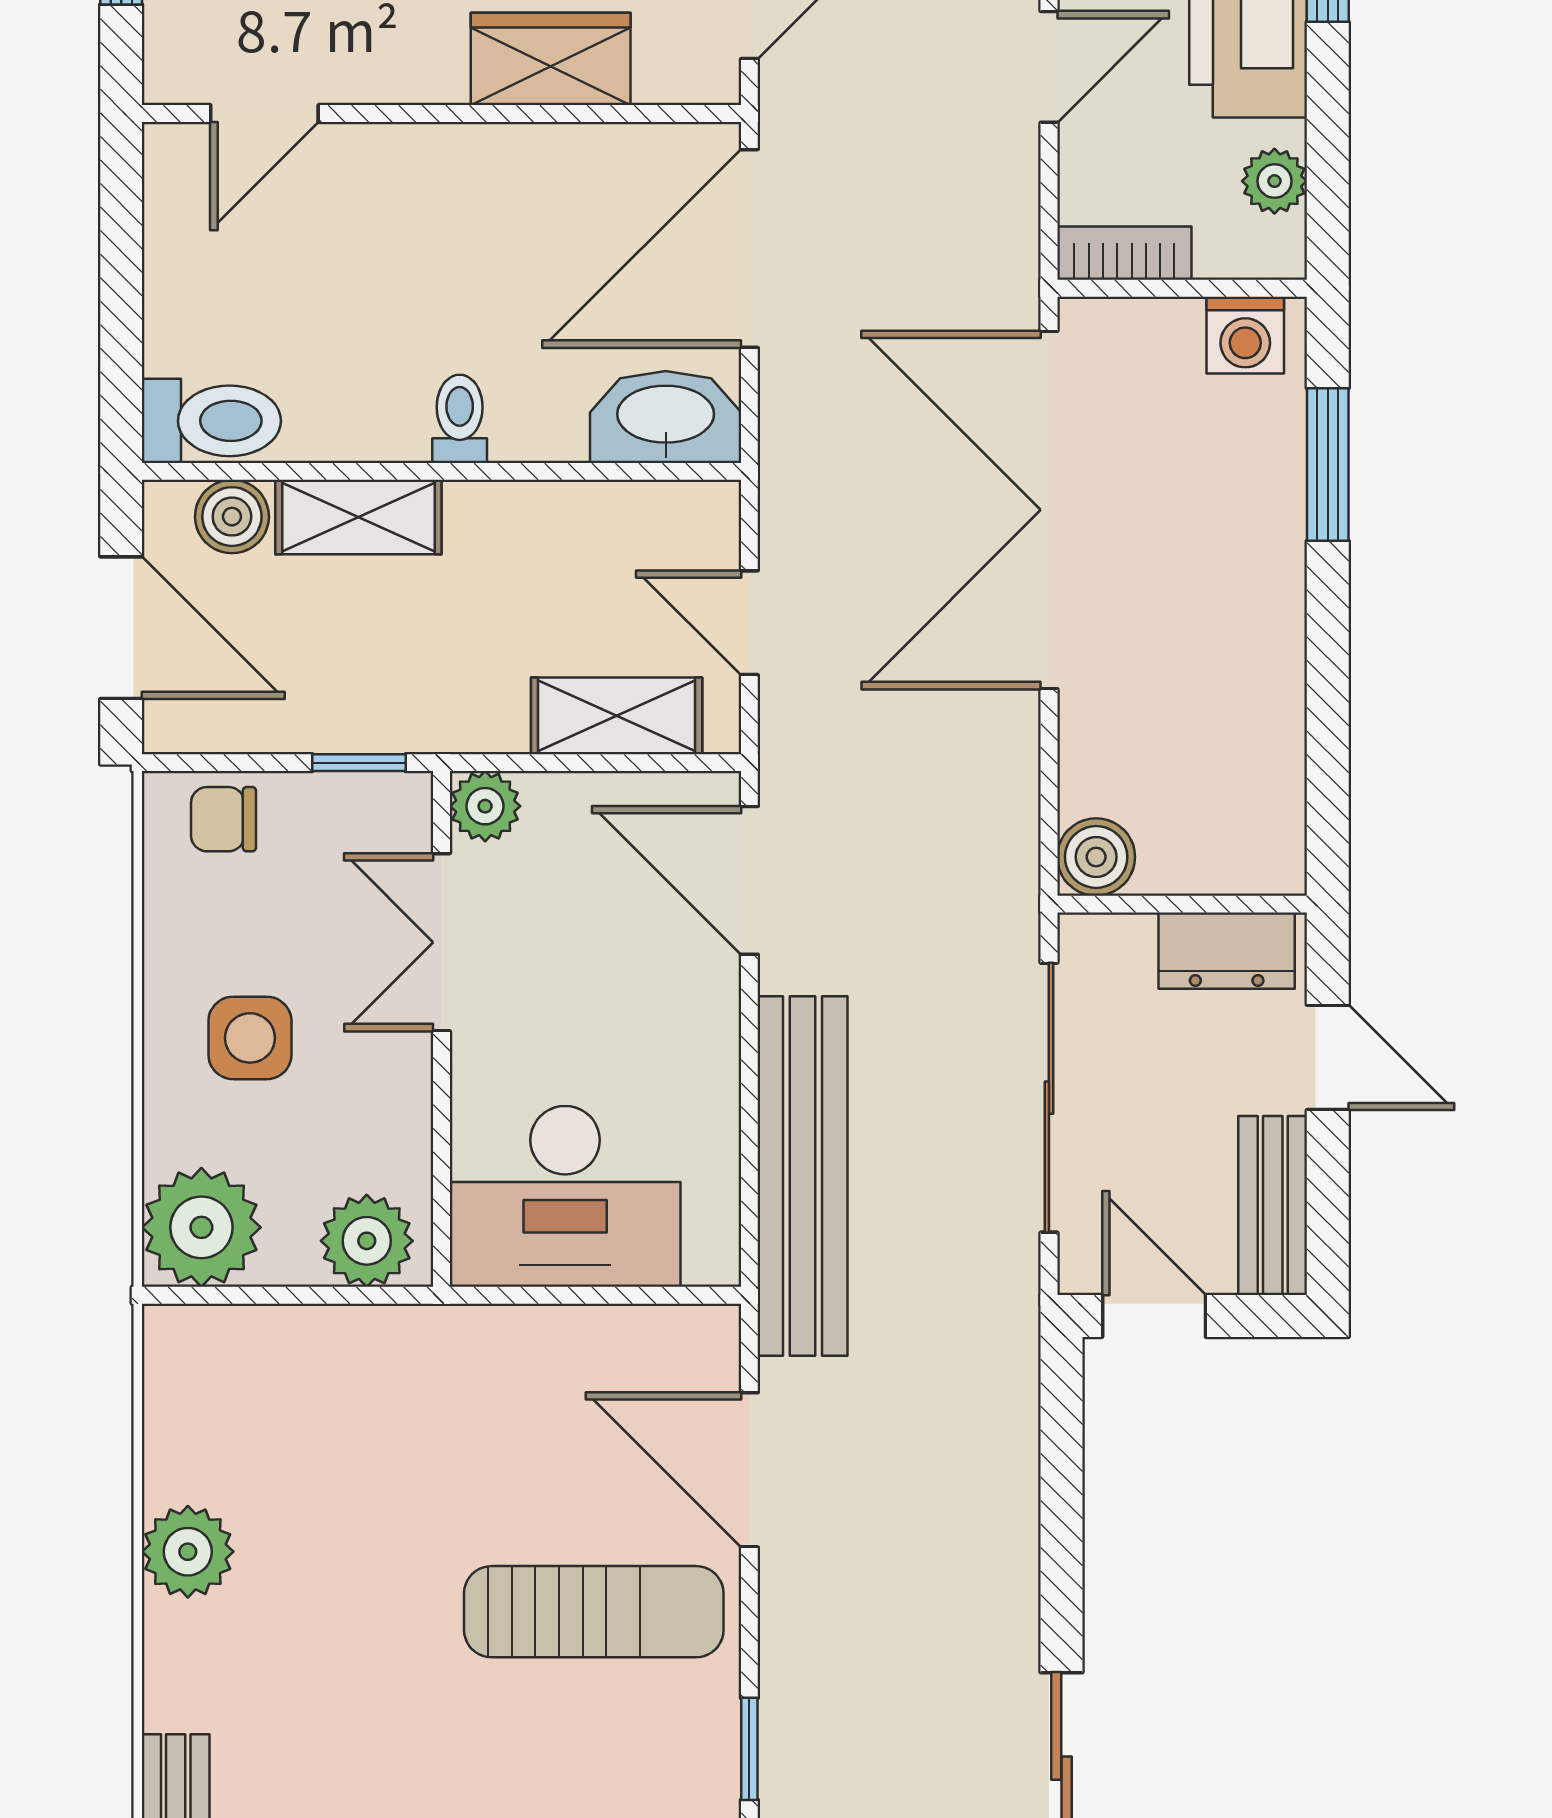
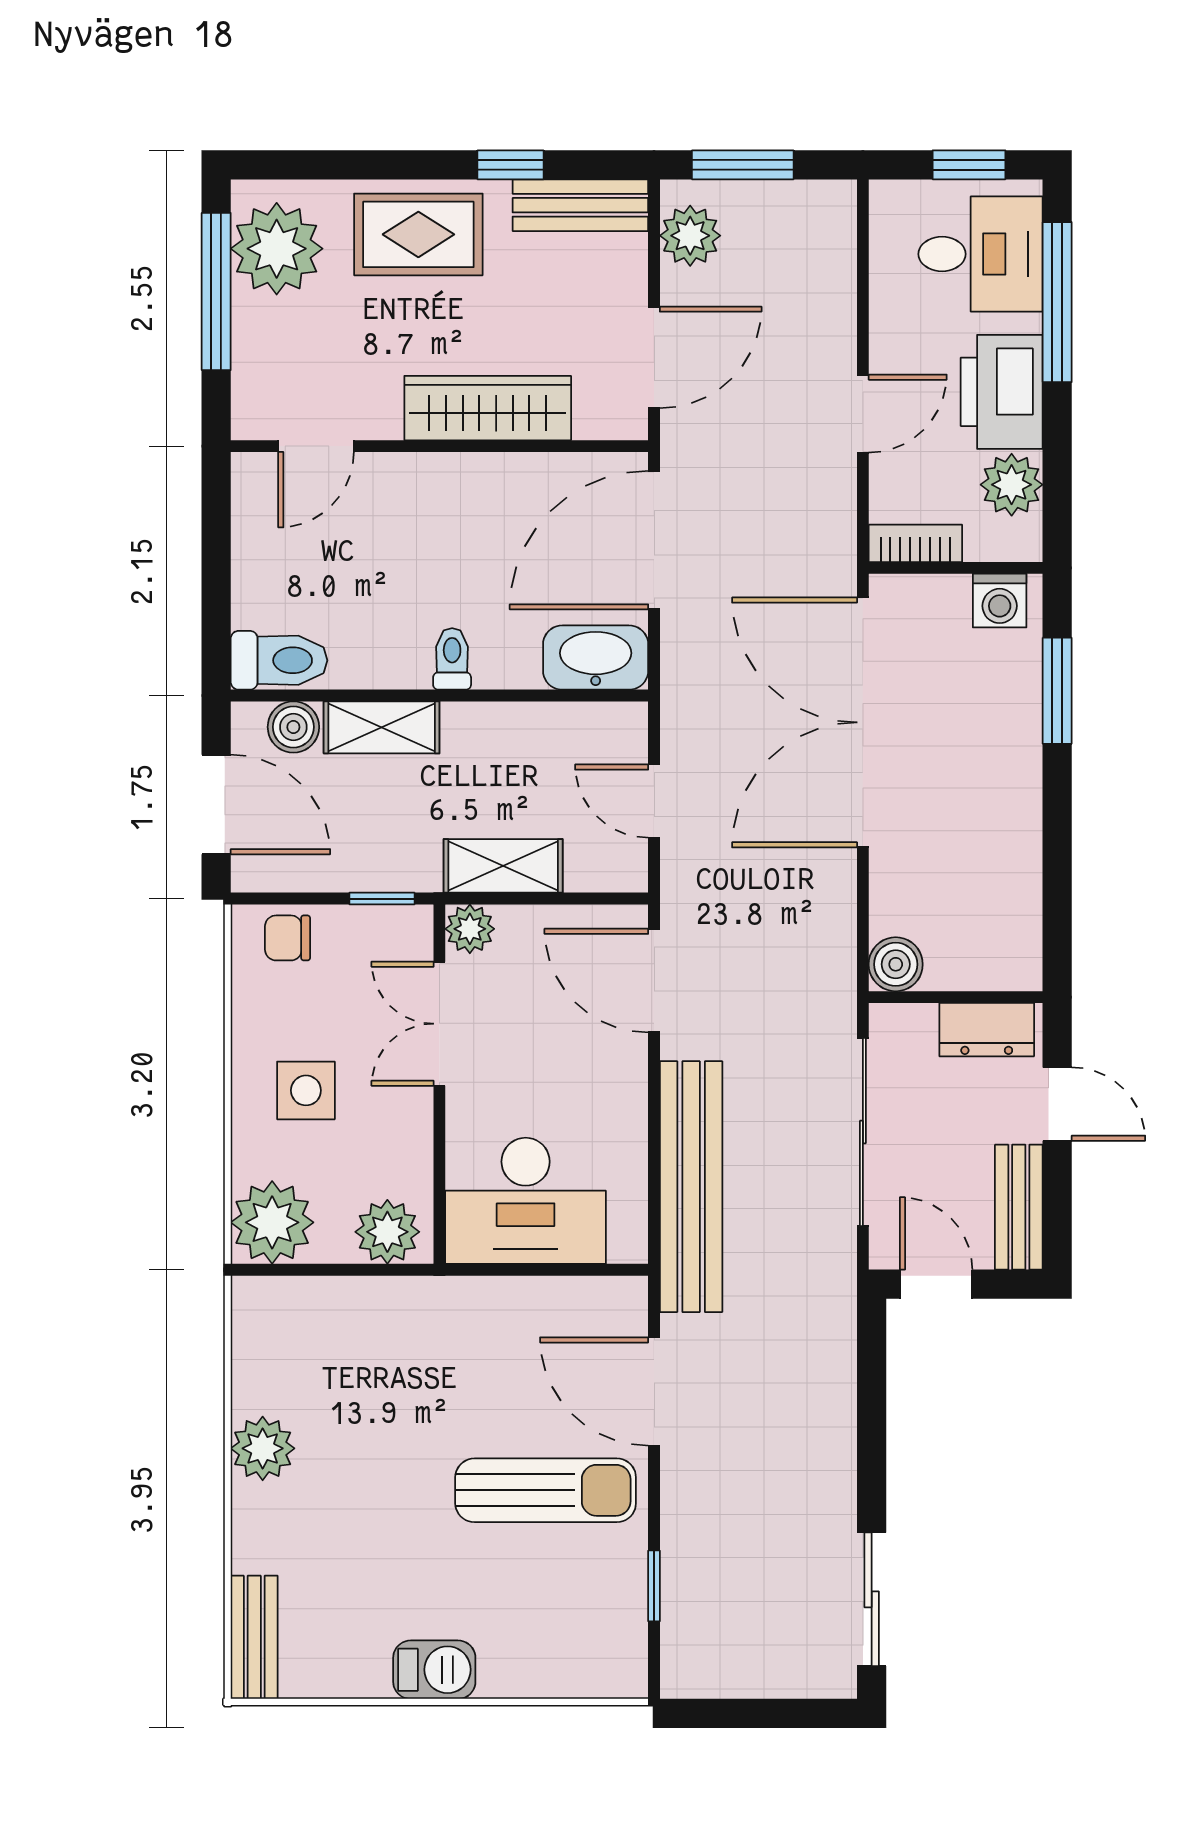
wardrobe: (551, 59) -> (488, 408), width x1.50
plant: (1274, 181) -> (1012, 485), width x1.38, depth x1.38
shelving: (617, 716) -> (503, 866), moved

